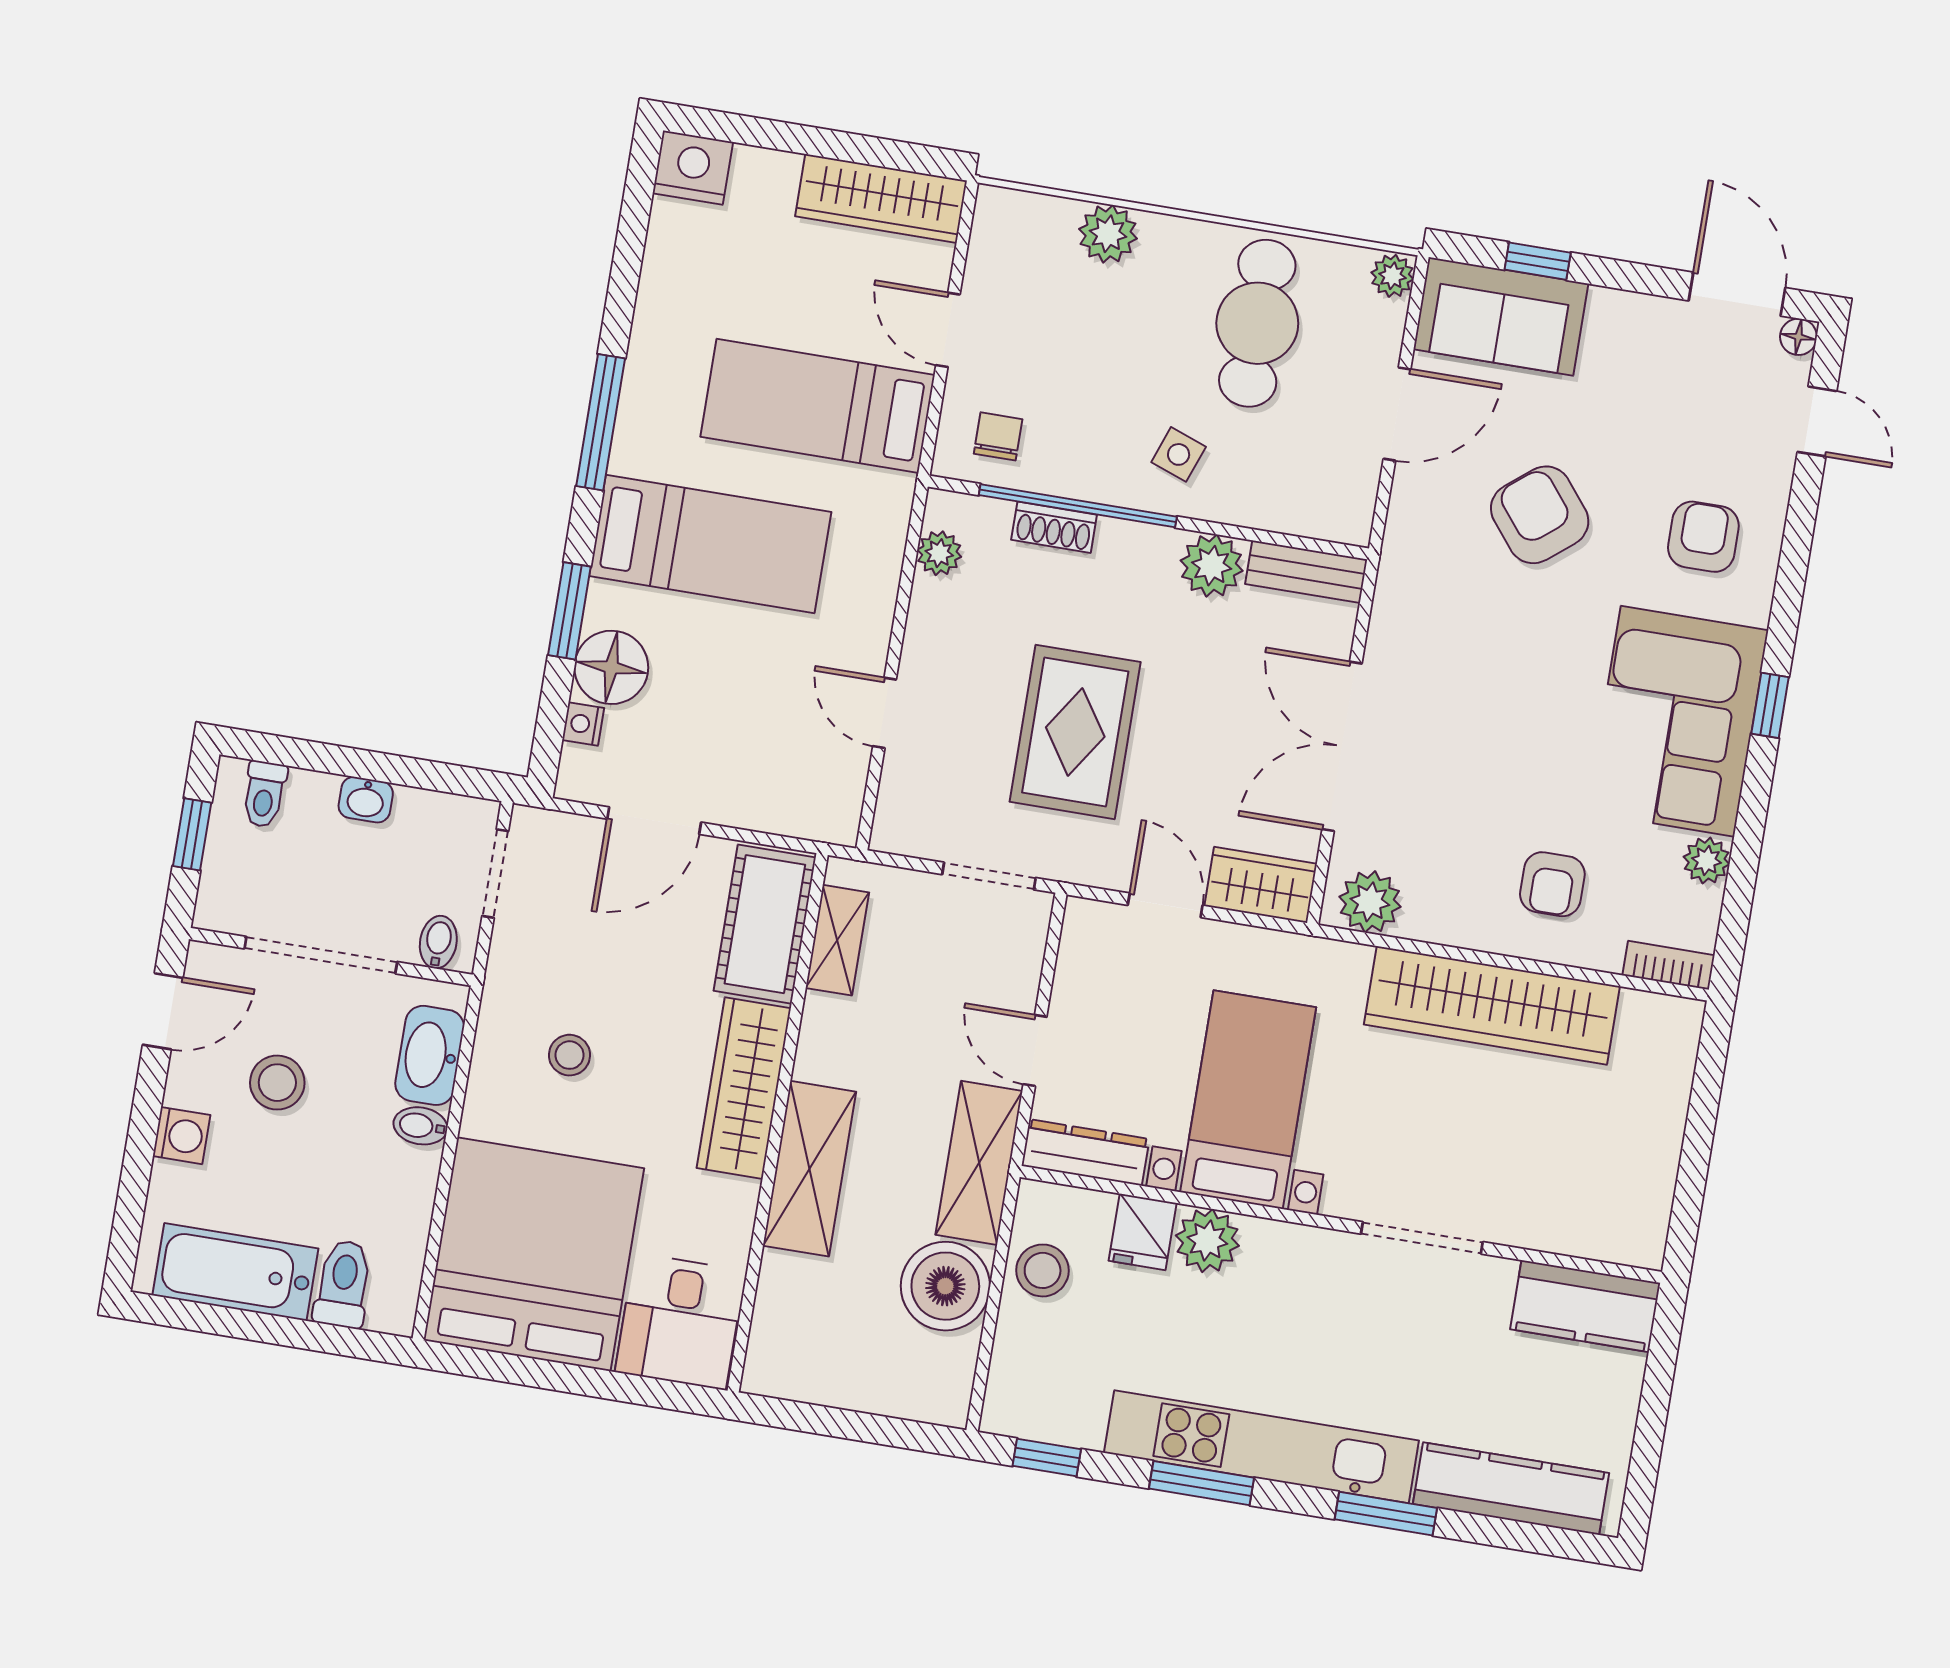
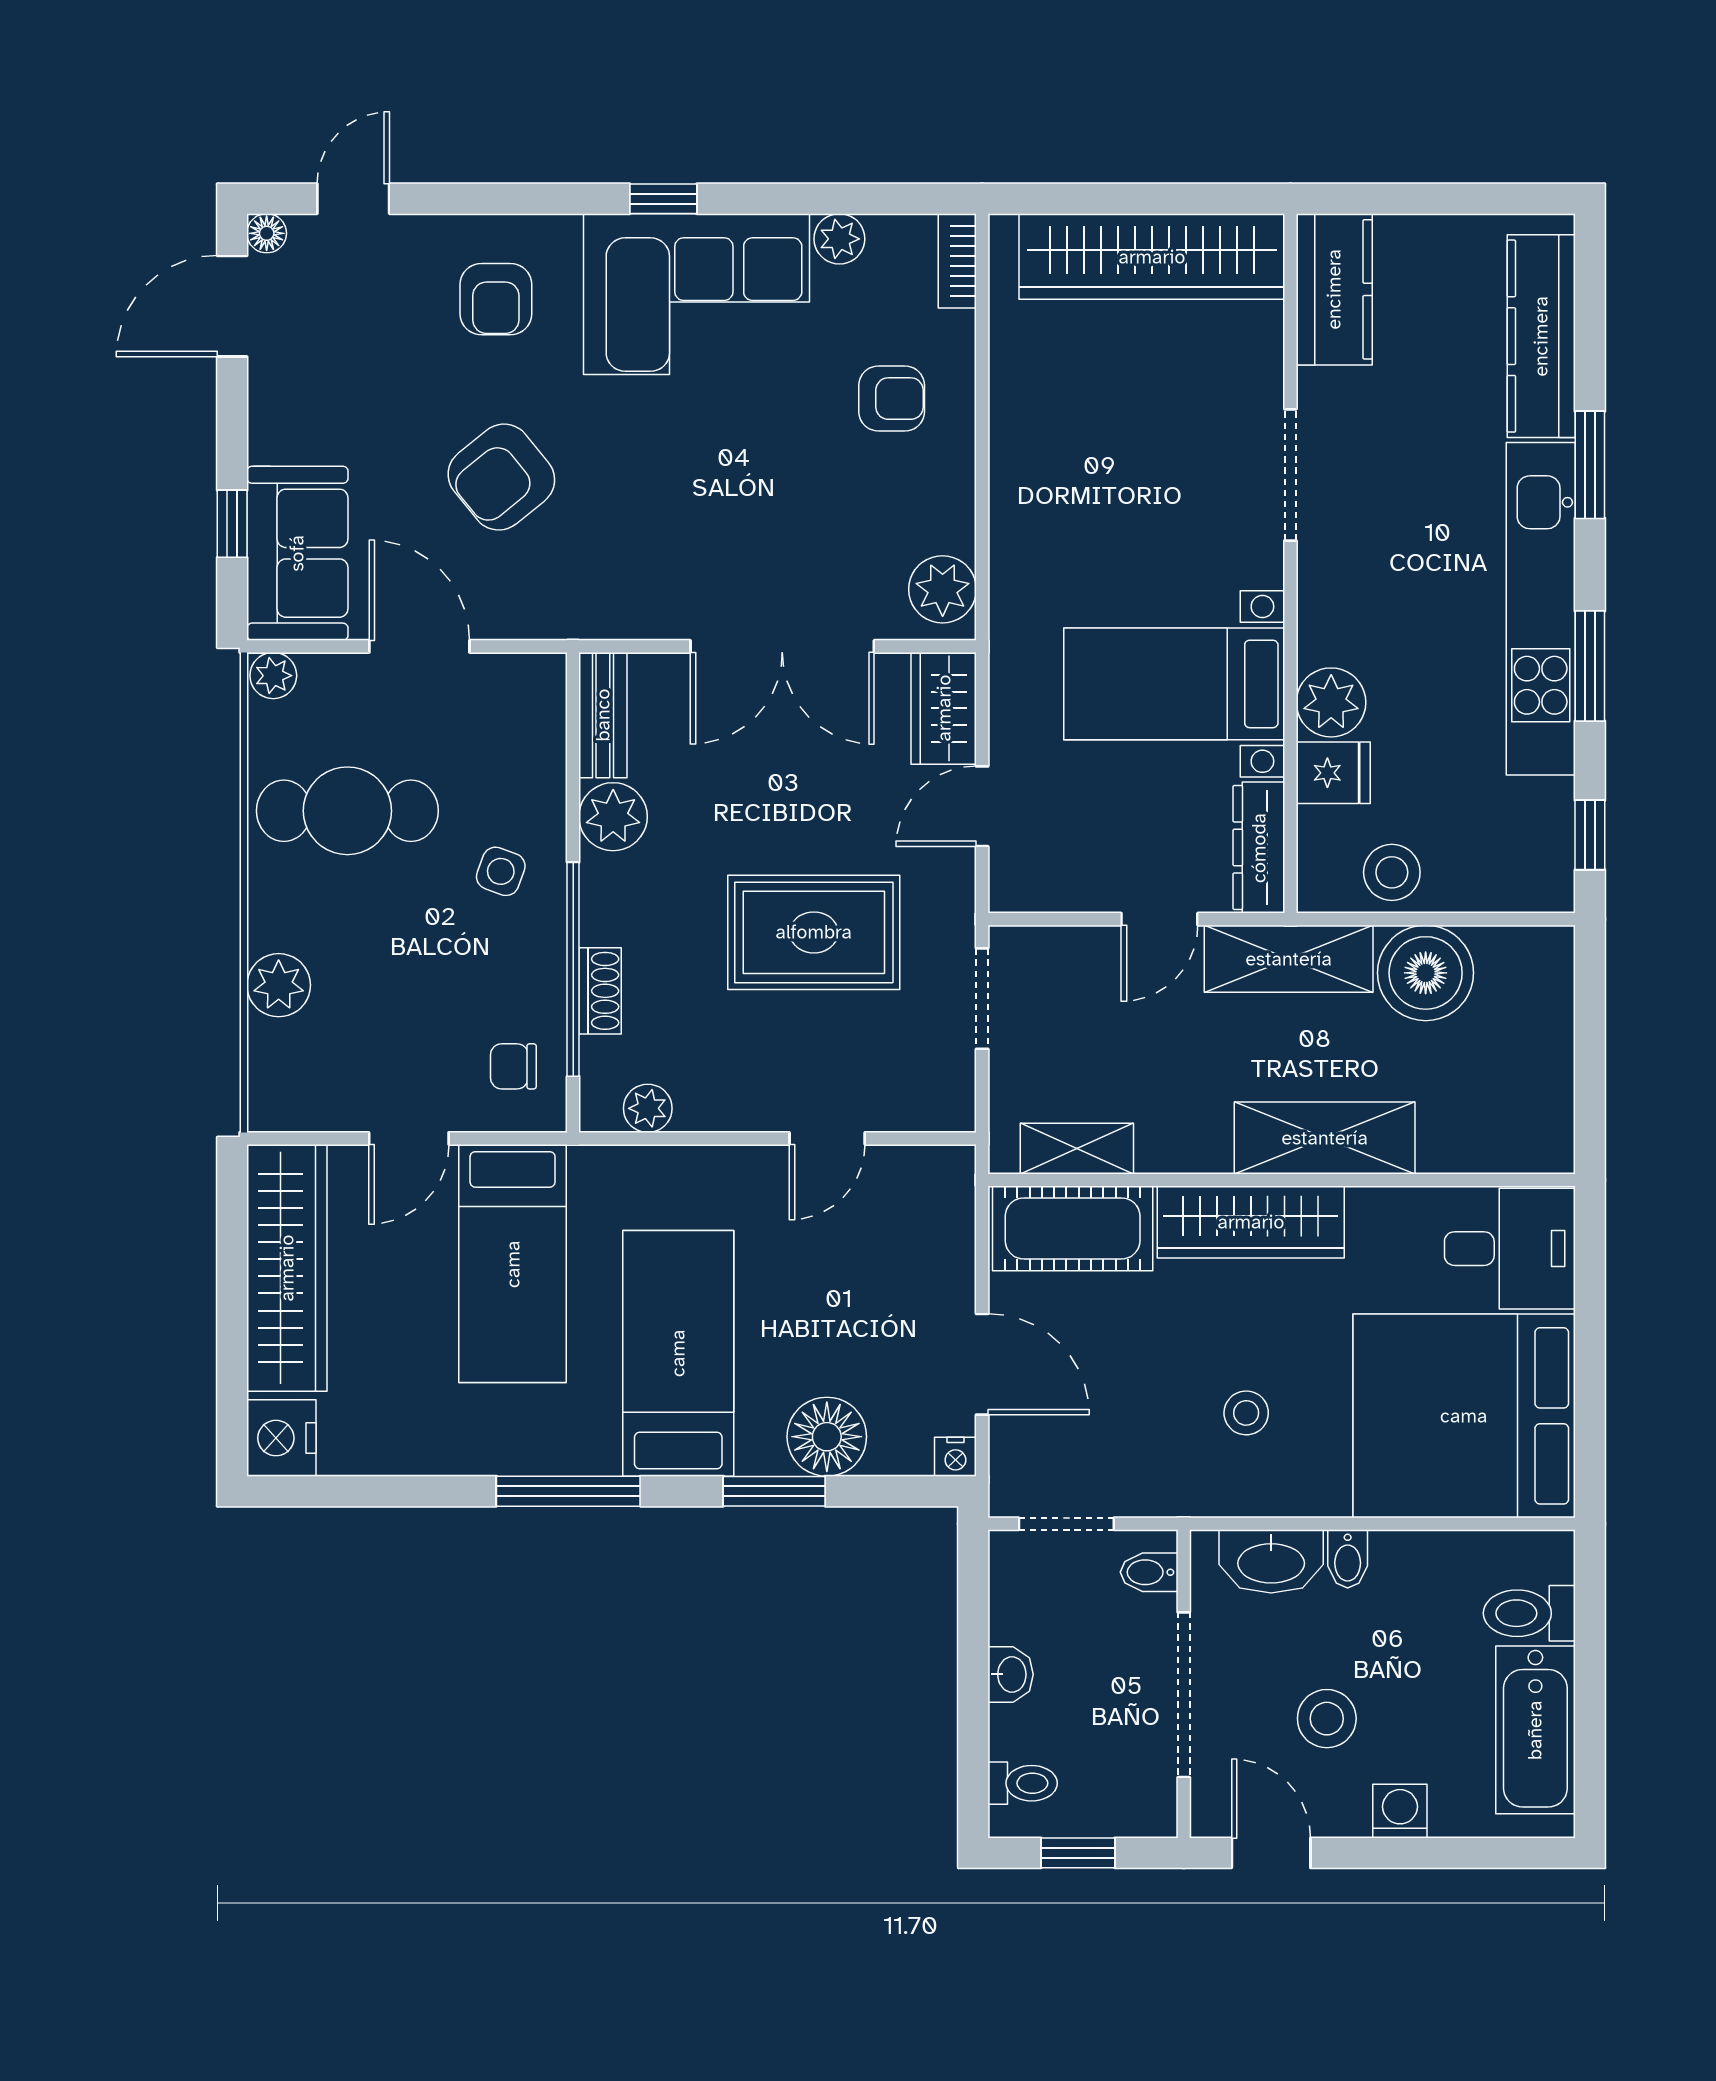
wardrobe: (881, 198) -> (287, 1268), width x1.40, depth x1.17
armchair: (1703, 537) -> (496, 299), turned -90
nightstand: (583, 724) -> (955, 1457), moved
wardrobe: (1492, 1005) -> (1152, 257), moved, turned 90

